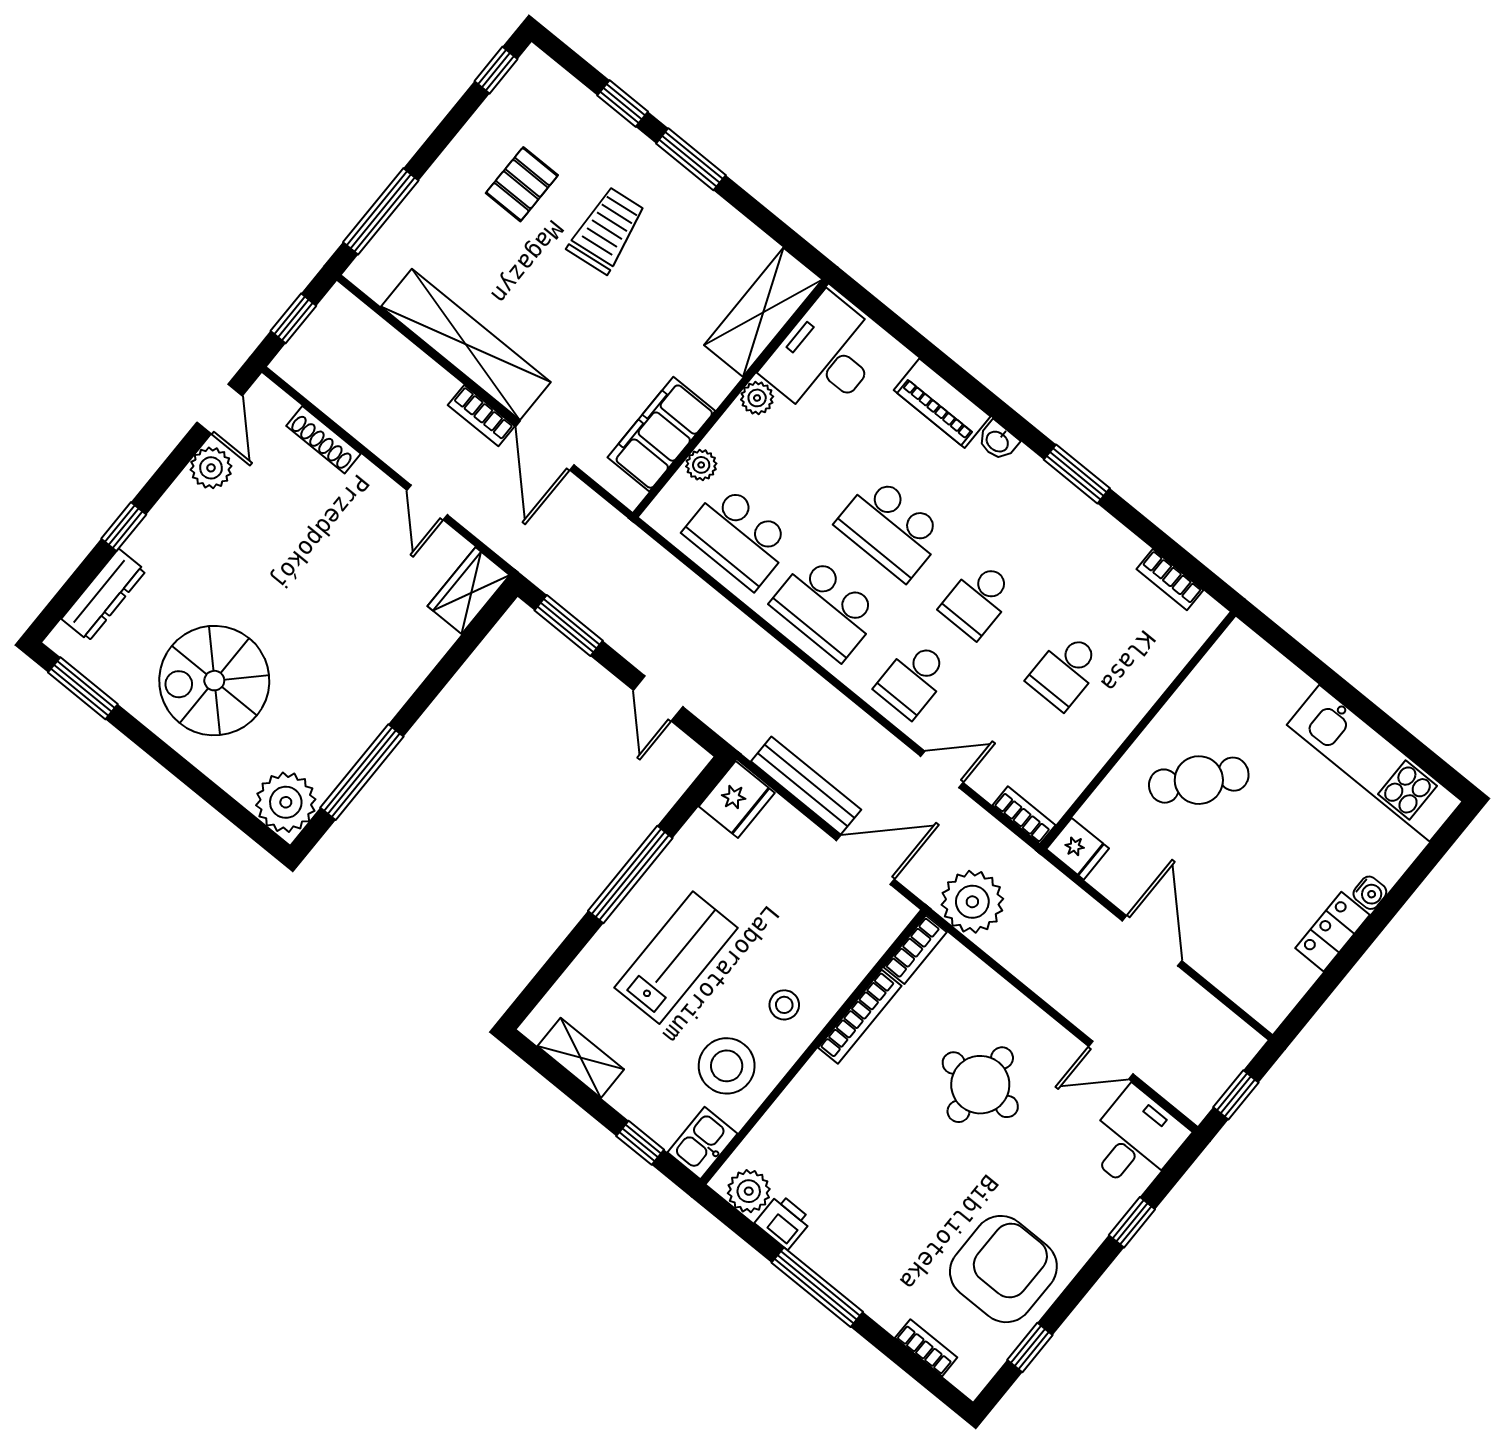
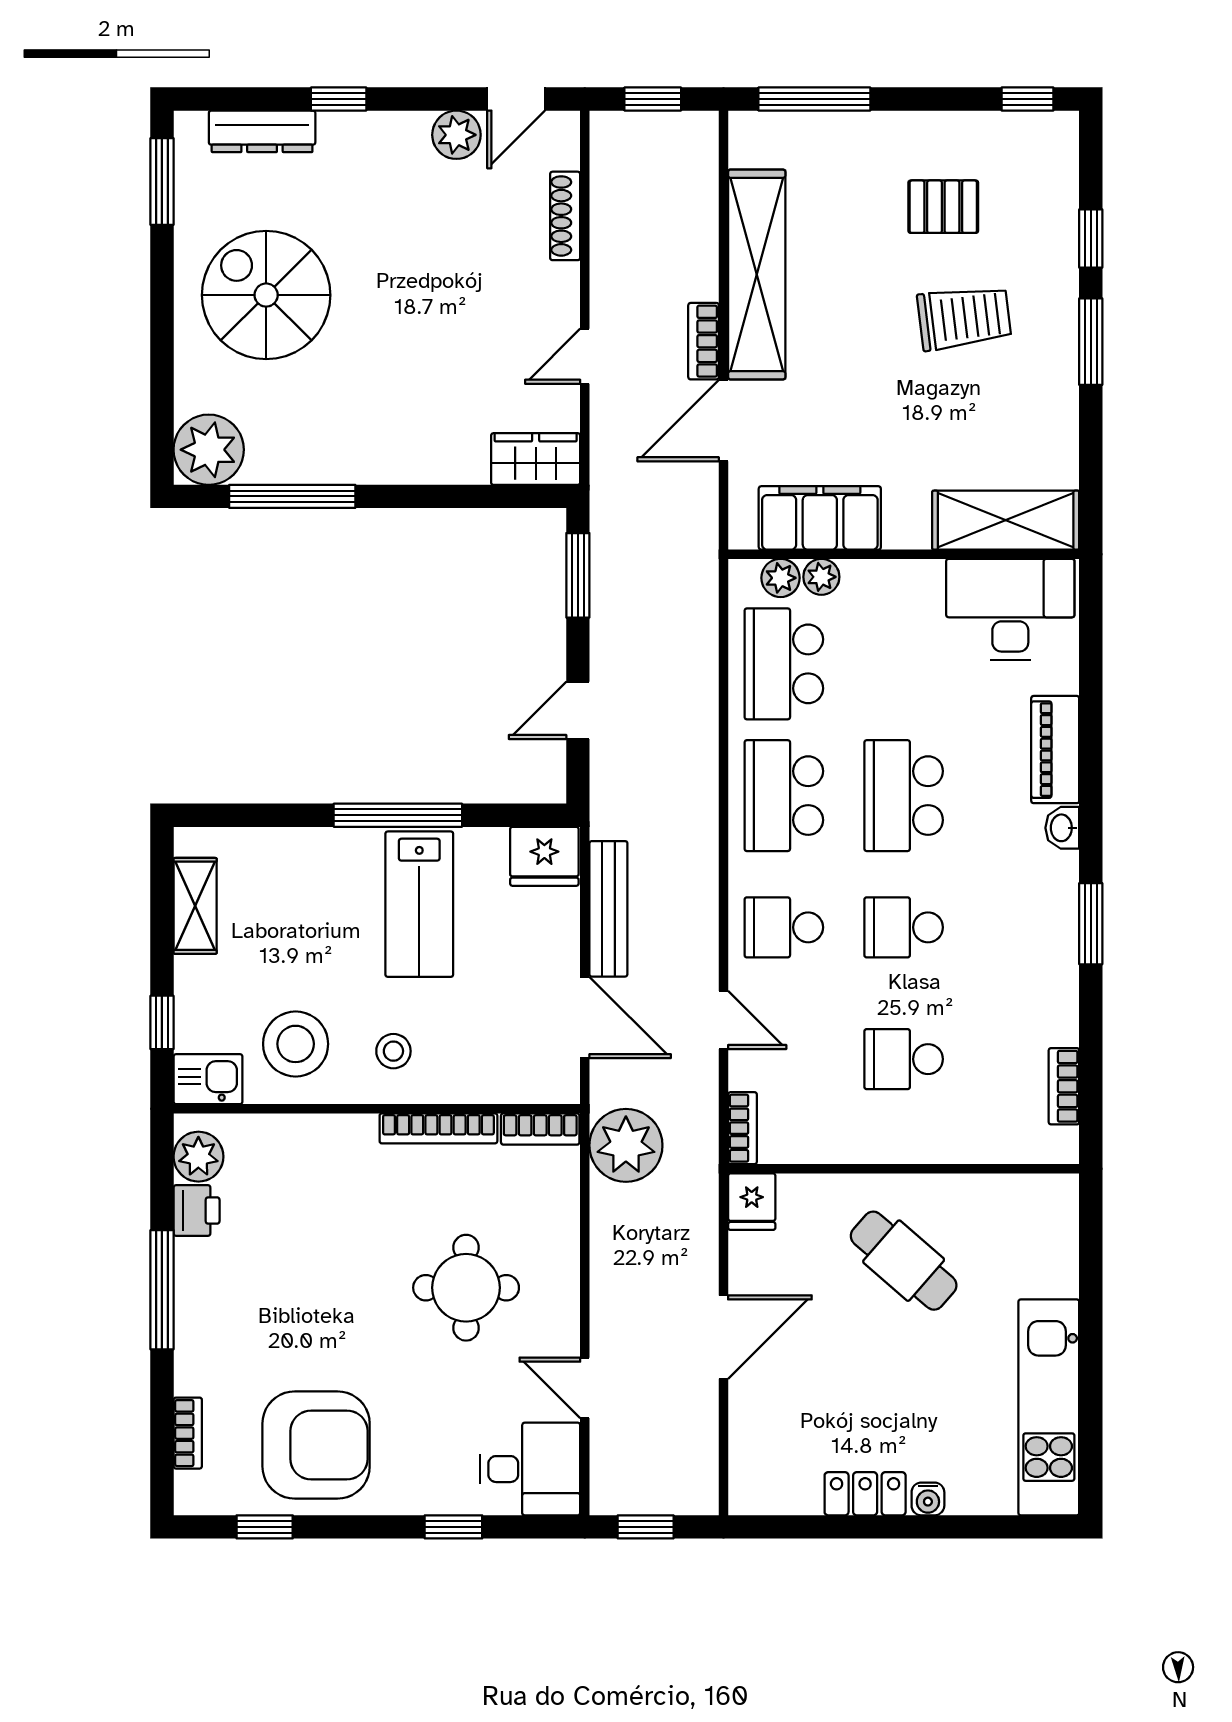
plant: (757, 398) -> (781, 578), moved
lab bench: (676, 958) -> (419, 904), moved, turned 90

